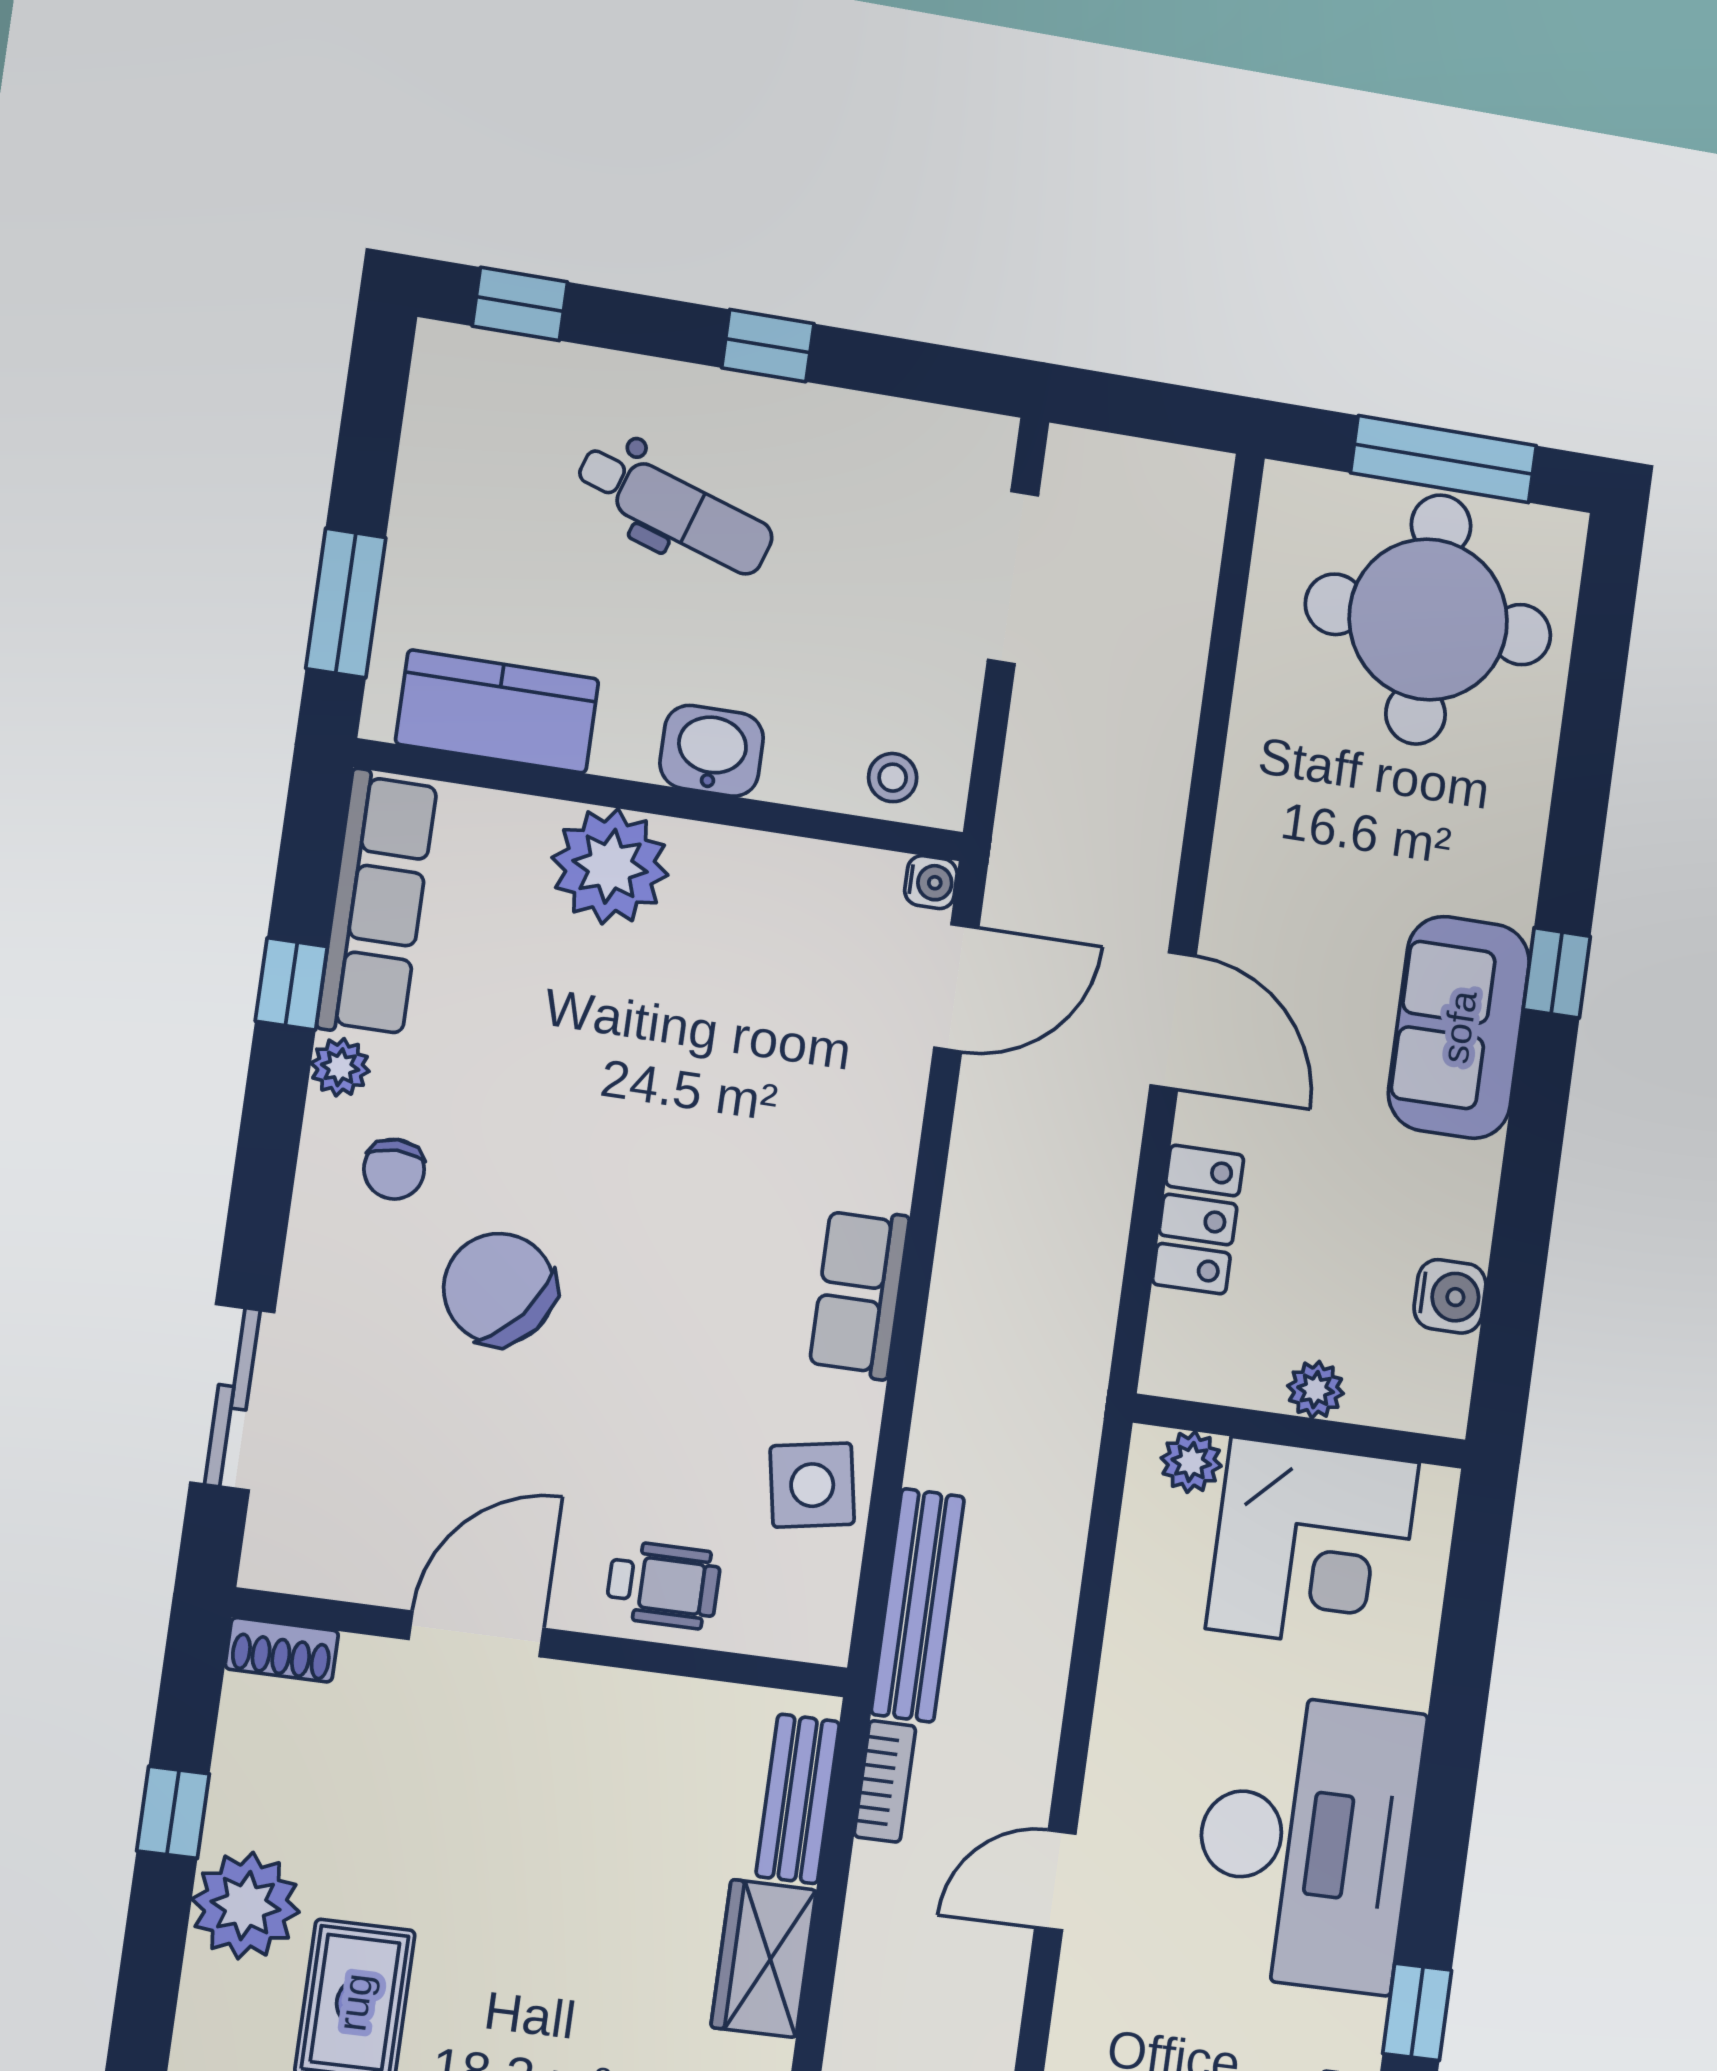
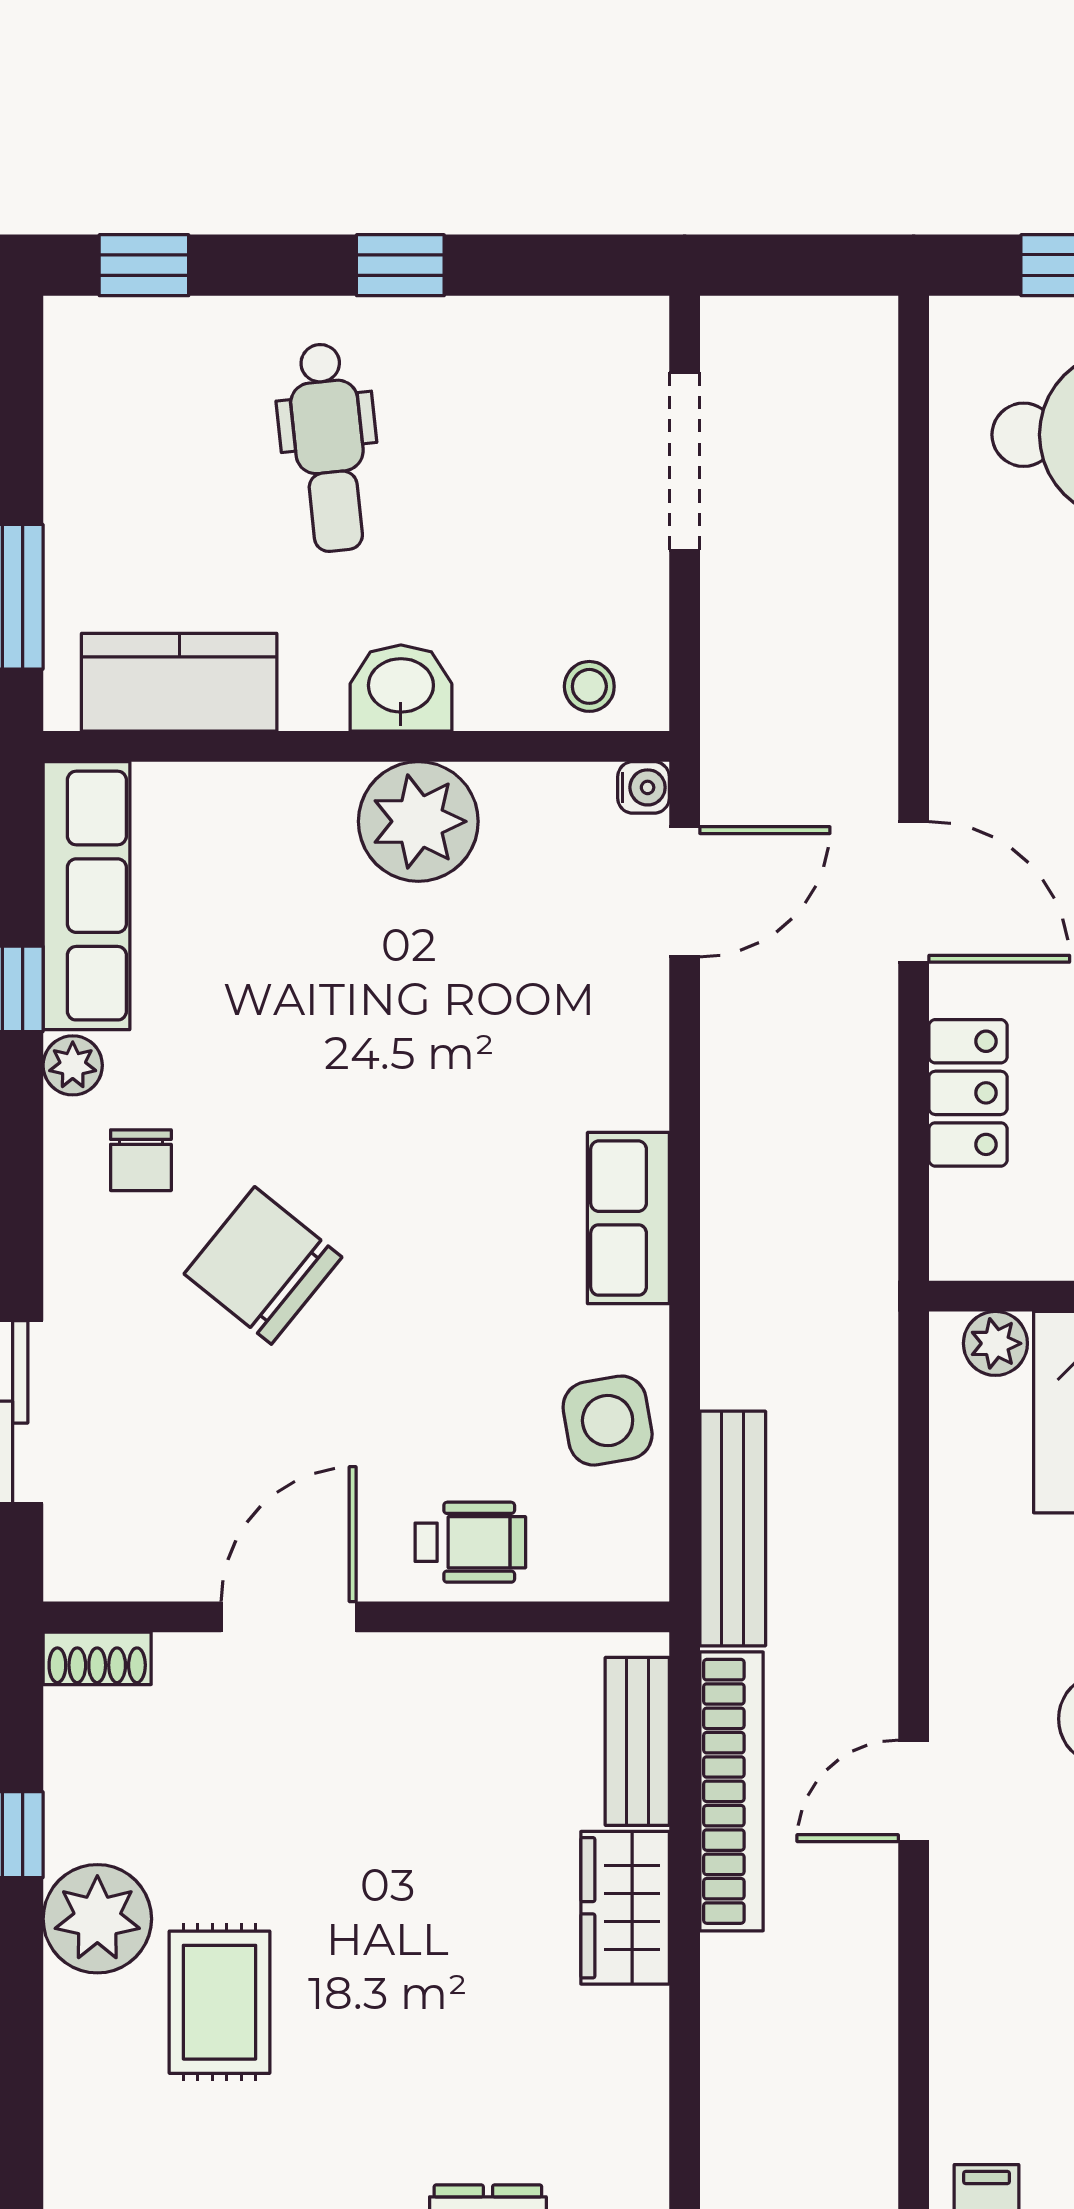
dental chair: (675, 509) -> (329, 447), turned 66
plant: (610, 866) -> (418, 821), moved
bookcase: (885, 1781) -> (731, 1791), width x2.31, depth x1.31

